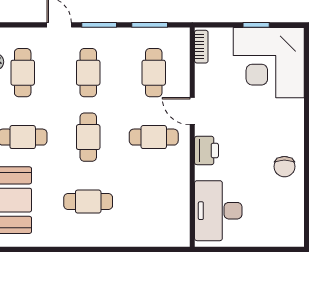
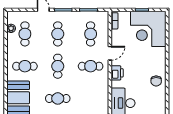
door: (192, 111) -> (110, 53), swing flipped

